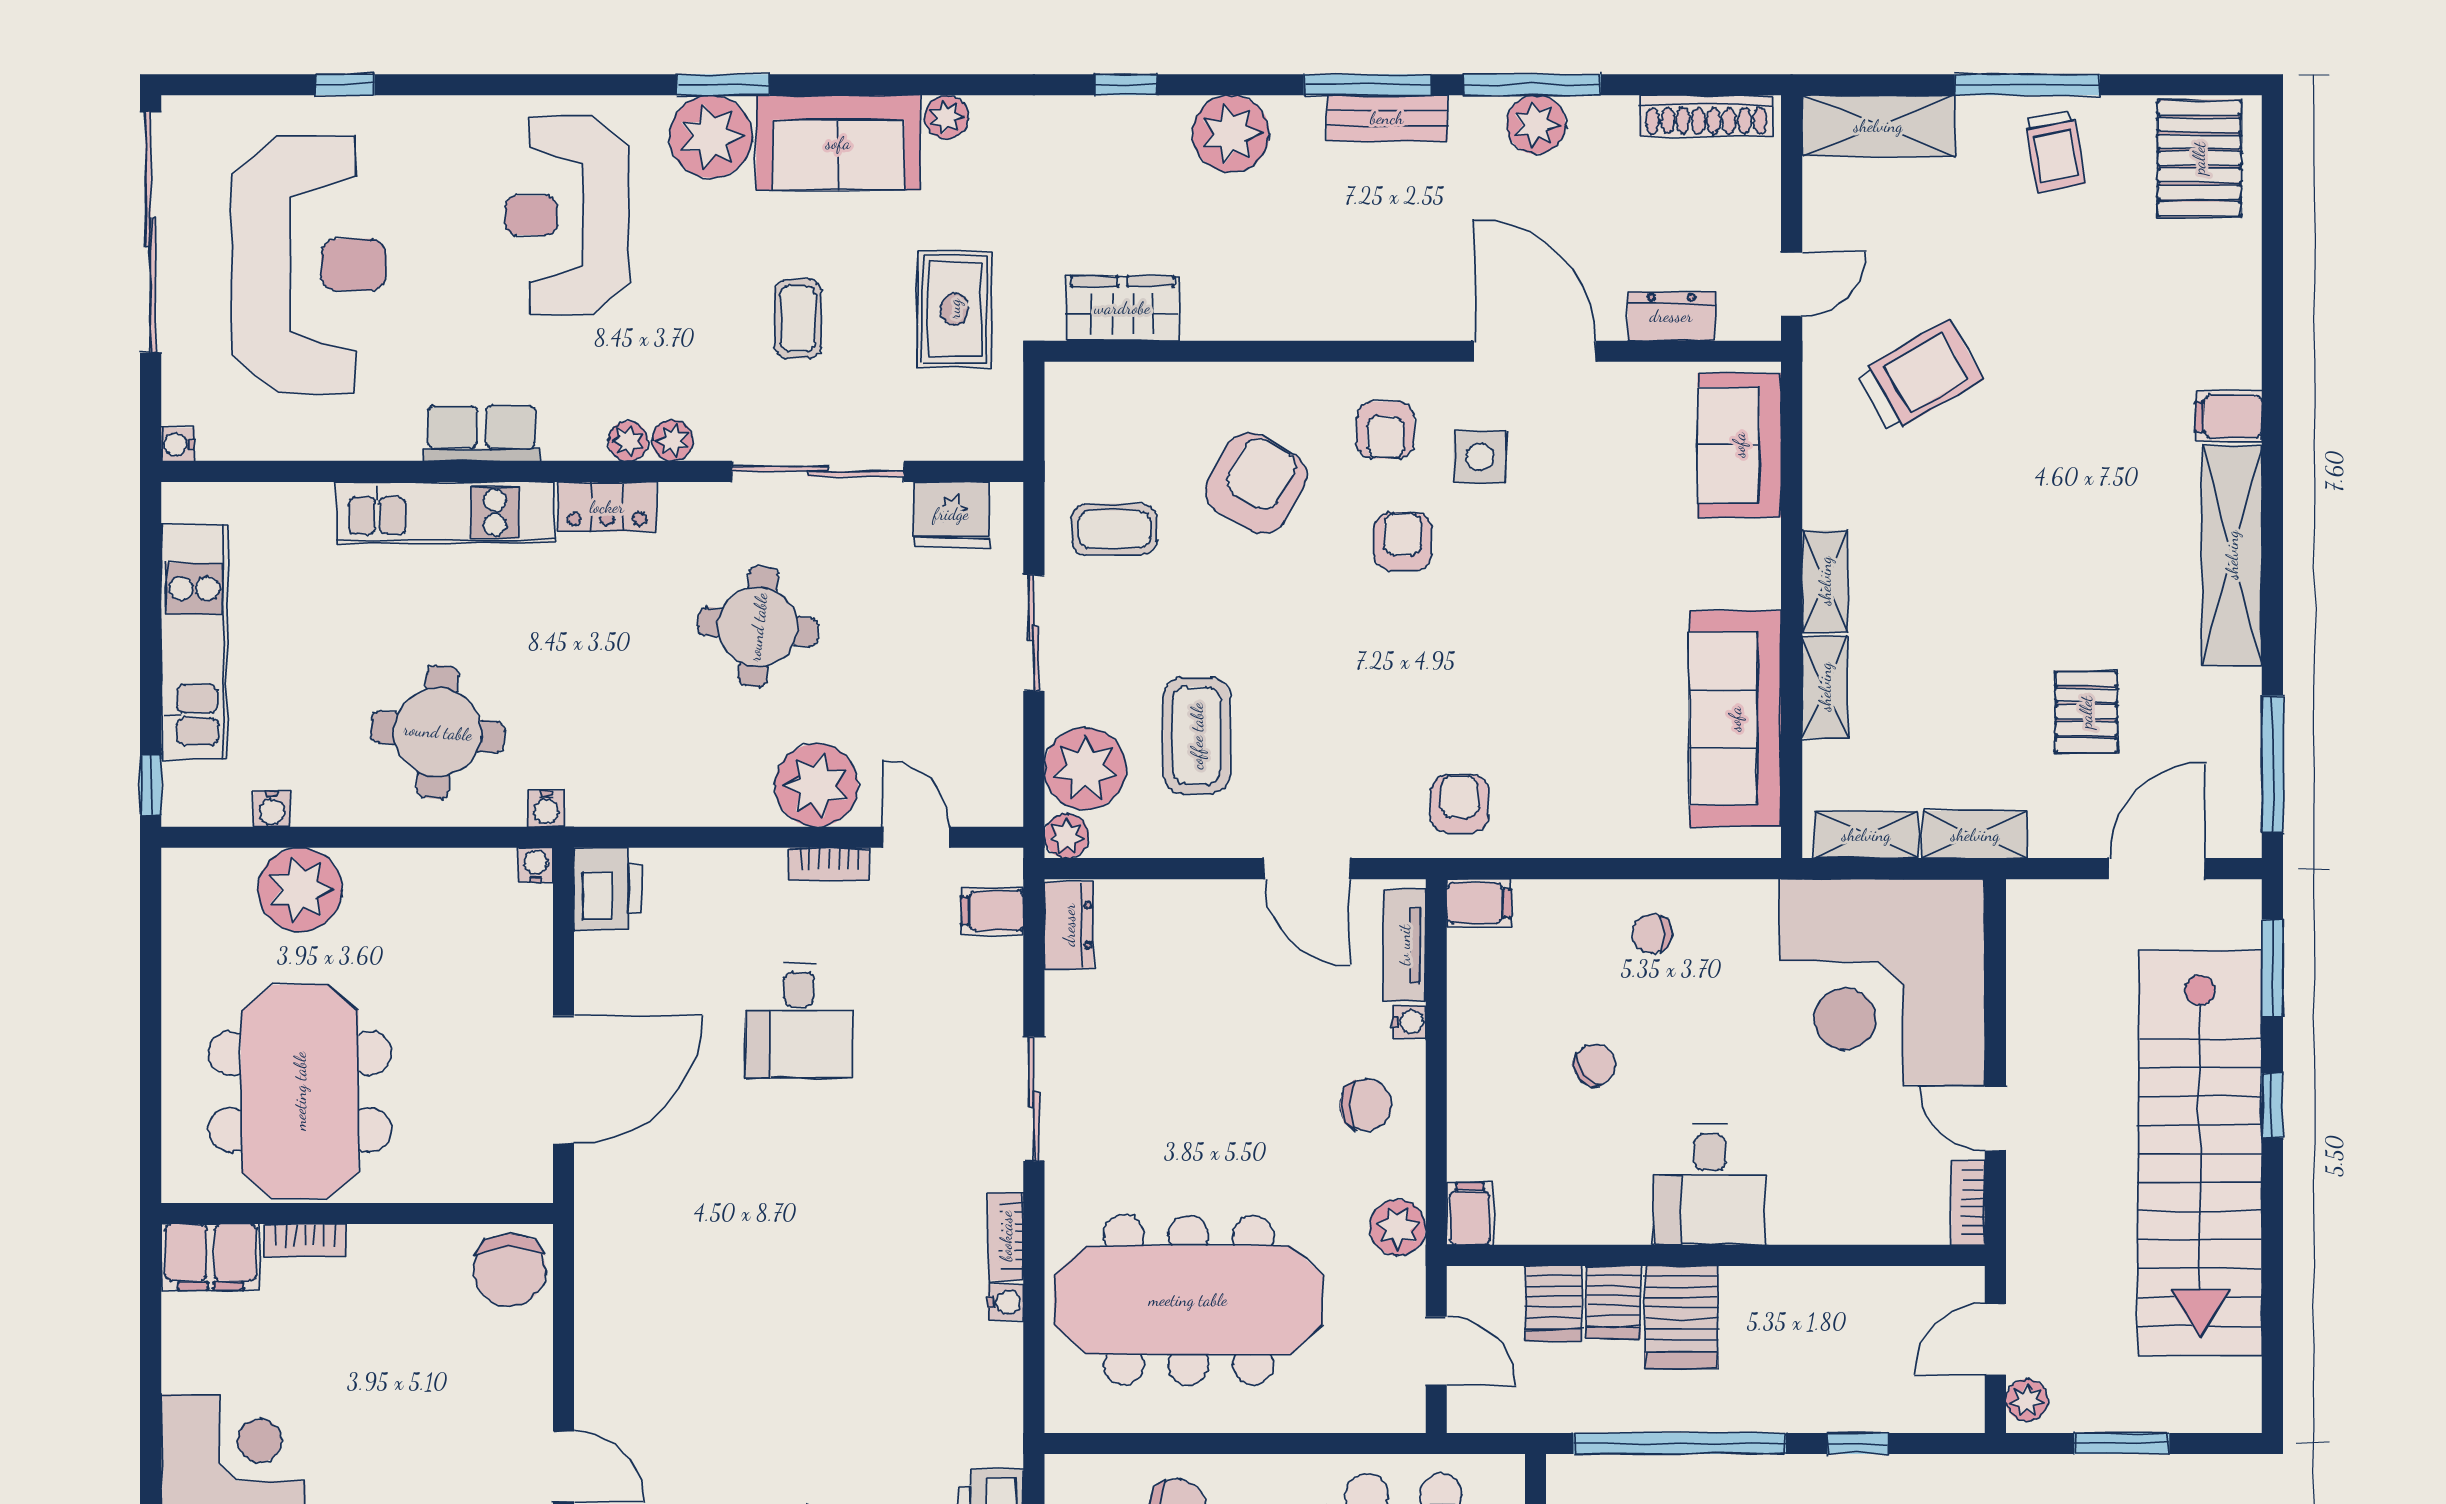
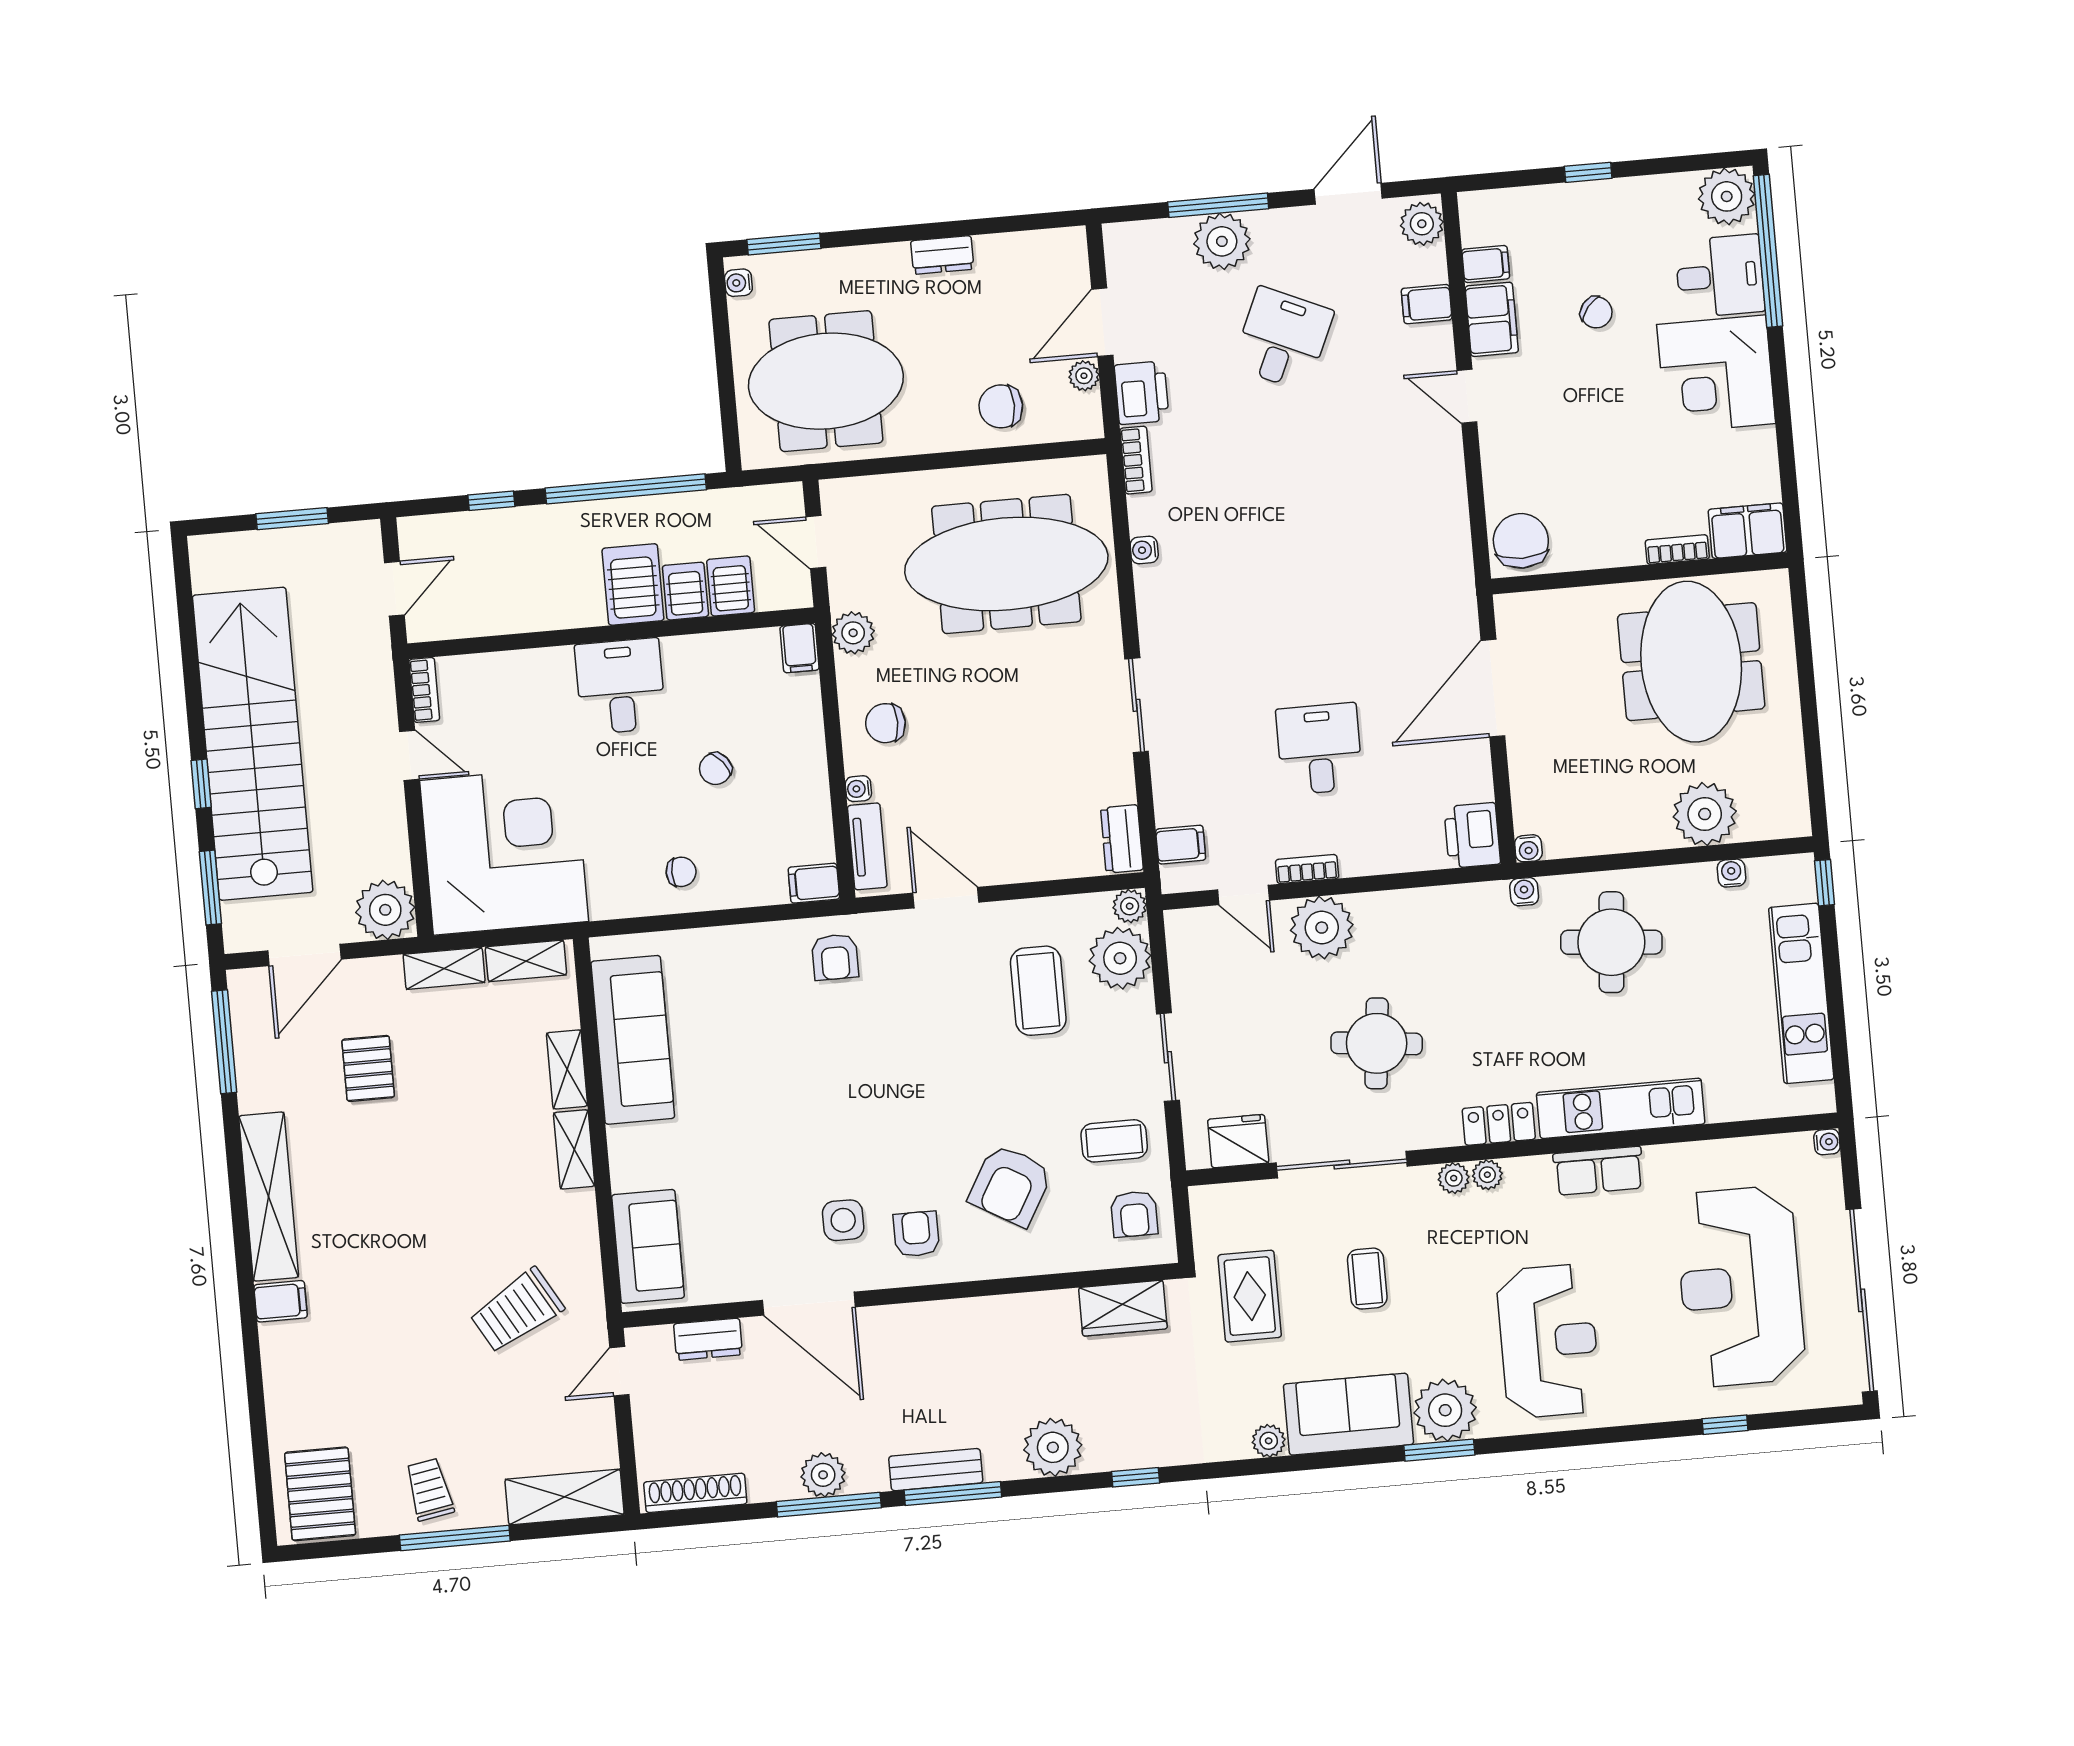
armchair: (1403, 541) -> (1134, 1214), moved
bookcase: (1006, 1236) -> (1136, 460), moved
plant: (2027, 1400) -> (385, 910), moved, width x1.88, depth x1.88

